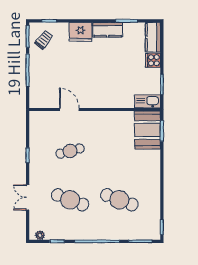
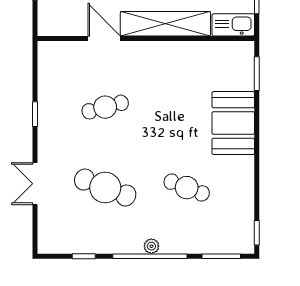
shelving: (107, 101) -> (165, 24), added
booth: (148, 130) -> (233, 123), moved
cafe table: (119, 200) -> (187, 188), width x0.73, depth x0.74
plant: (40, 235) -> (151, 246), moved

